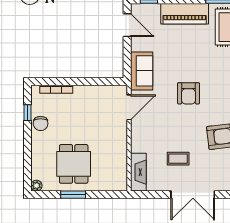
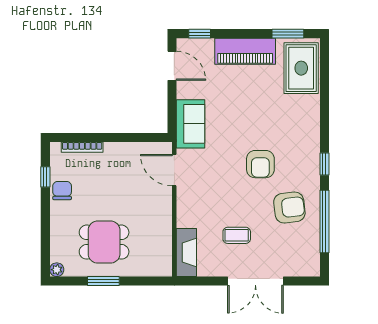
armchair: (189, 93) -> (260, 164), moved
door: (129, 107) -> (174, 170), swing flipped
chair: (41, 123) -> (62, 191), turned 180
dining table: (74, 164) -> (104, 242), turned 90

